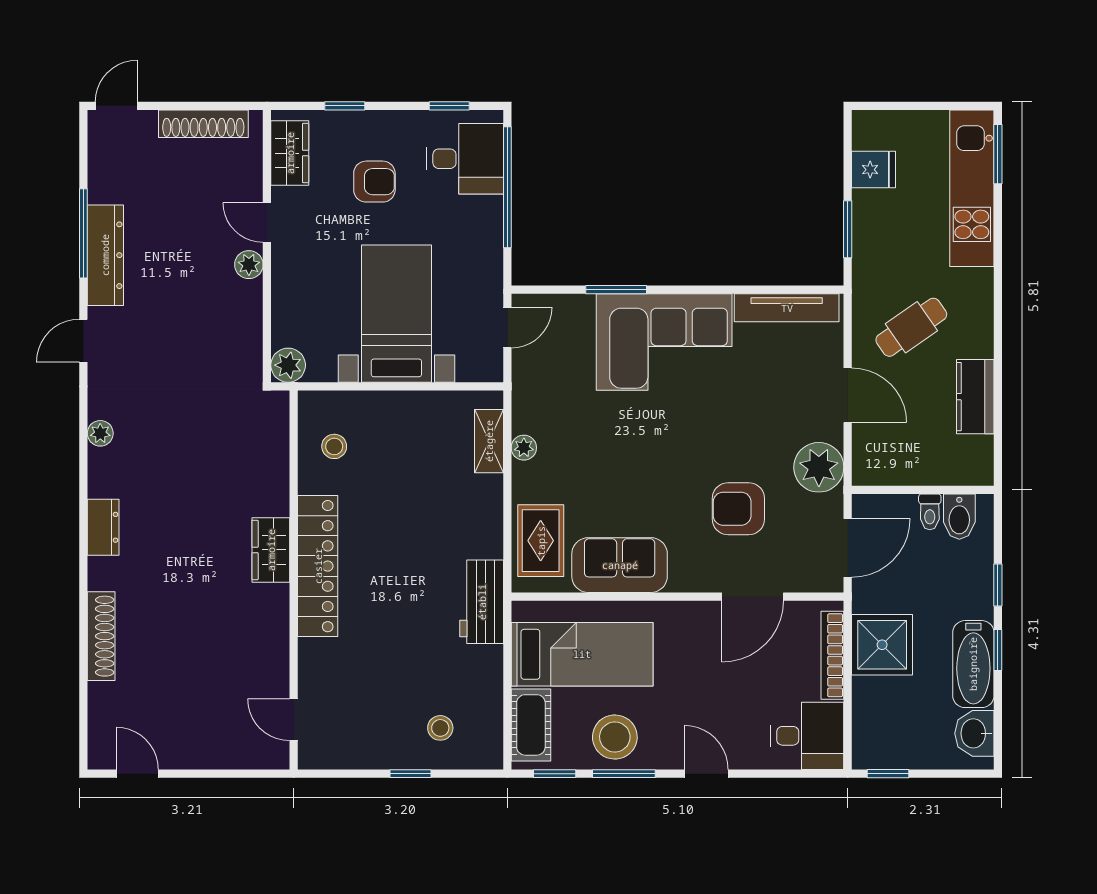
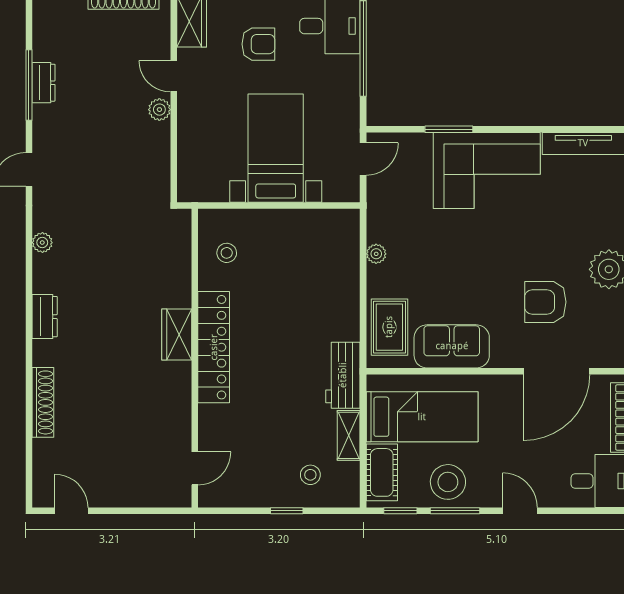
dresser: (105, 255) -> (43, 83), width x0.51, depth x0.80
plant: (288, 365) -> (190, 189), removed
shelving: (489, 441) -> (349, 435), moved
door: (753, 597) -> (557, 371), width x1.36
door: (294, 720) -> (195, 468), swing flipped

